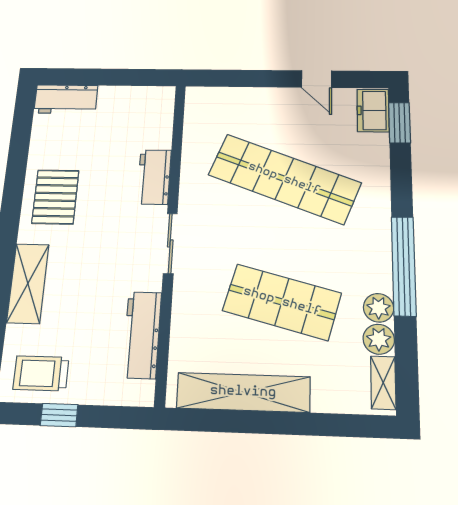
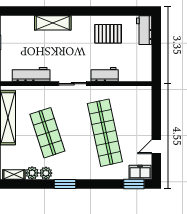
shop shelf: (284, 179) -> (105, 133), turned -33
pallet: (55, 197) -> (108, 34), moved
window: (404, 266) -> (65, 184), width x0.47
shop shelf: (282, 302) -> (47, 133), turned -33
trolley: (41, 373) -> (13, 33), removed

